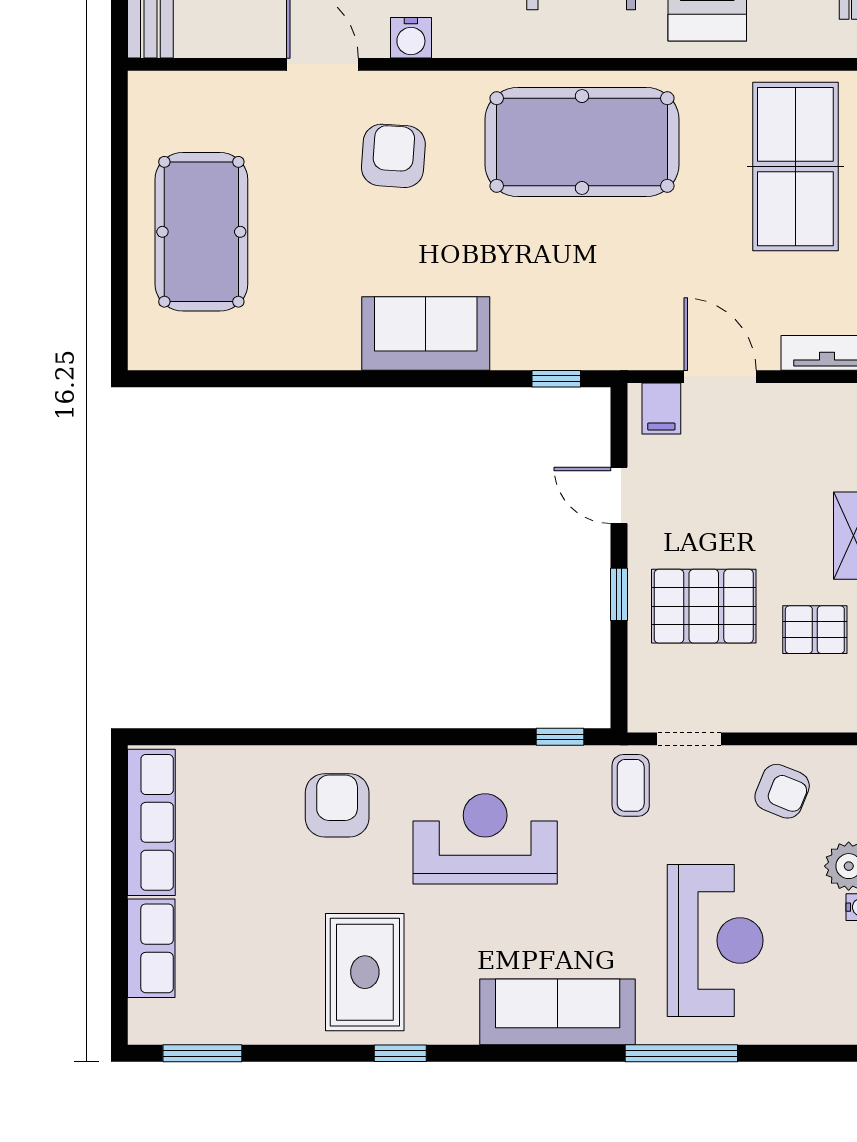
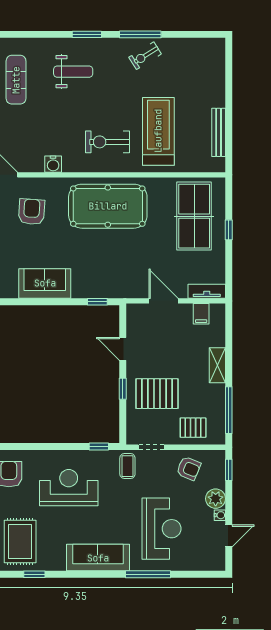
water cooler: (411, 38) -> (53, 164), moved
filing cabinet: (661, 409) -> (201, 314), moved
pallet: (815, 630) -> (193, 428), moved

